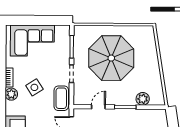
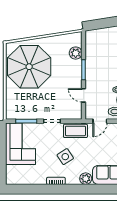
corner sofa: (32, 41) -> (21, 144), moved
parasol: (111, 58) -> (29, 67), moved
plant: (11, 94) -> (86, 179), moved

